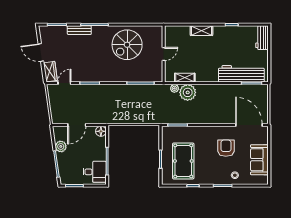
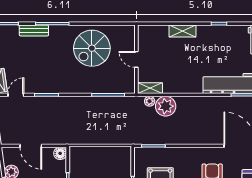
door: (164, 54) -> (136, 59), swing flipped
shelving: (185, 78) -> (150, 88), moved
door: (77, 125) -> (31, 146), hinge flipped

